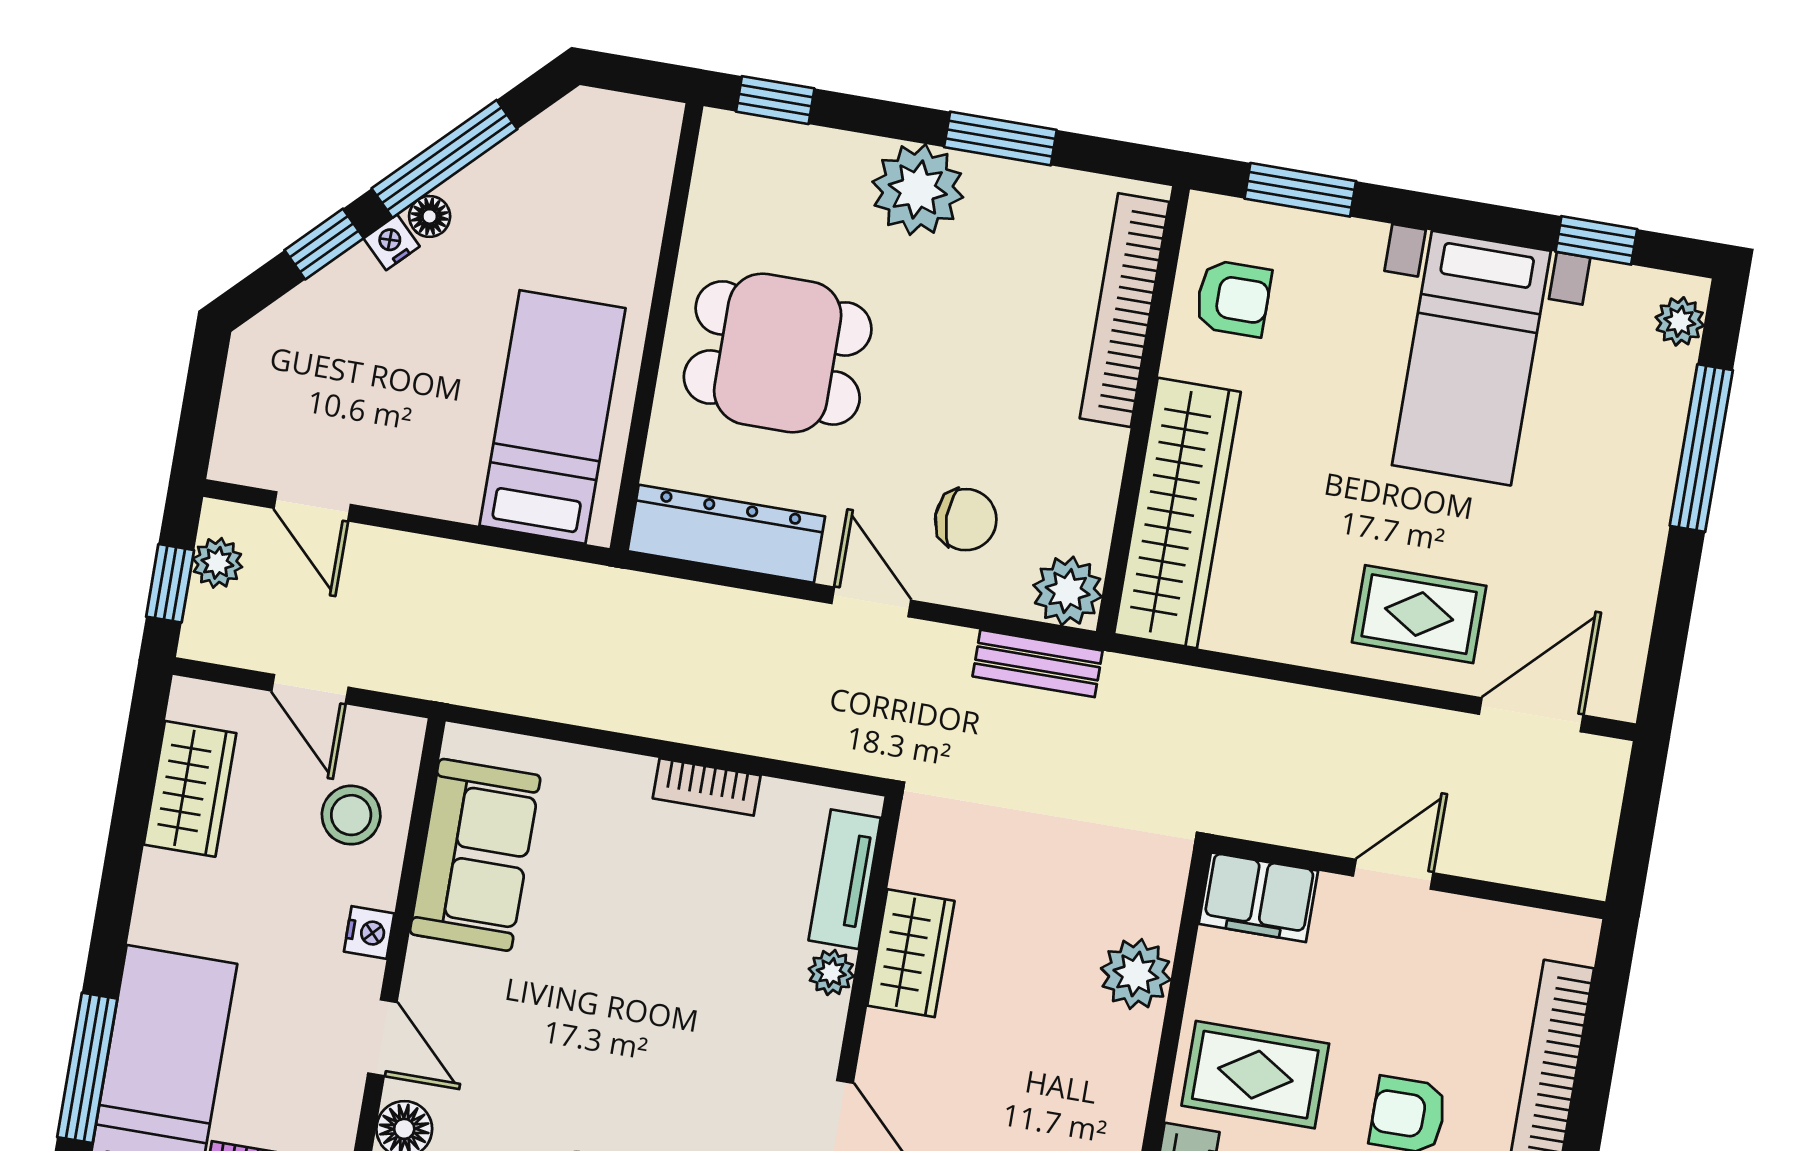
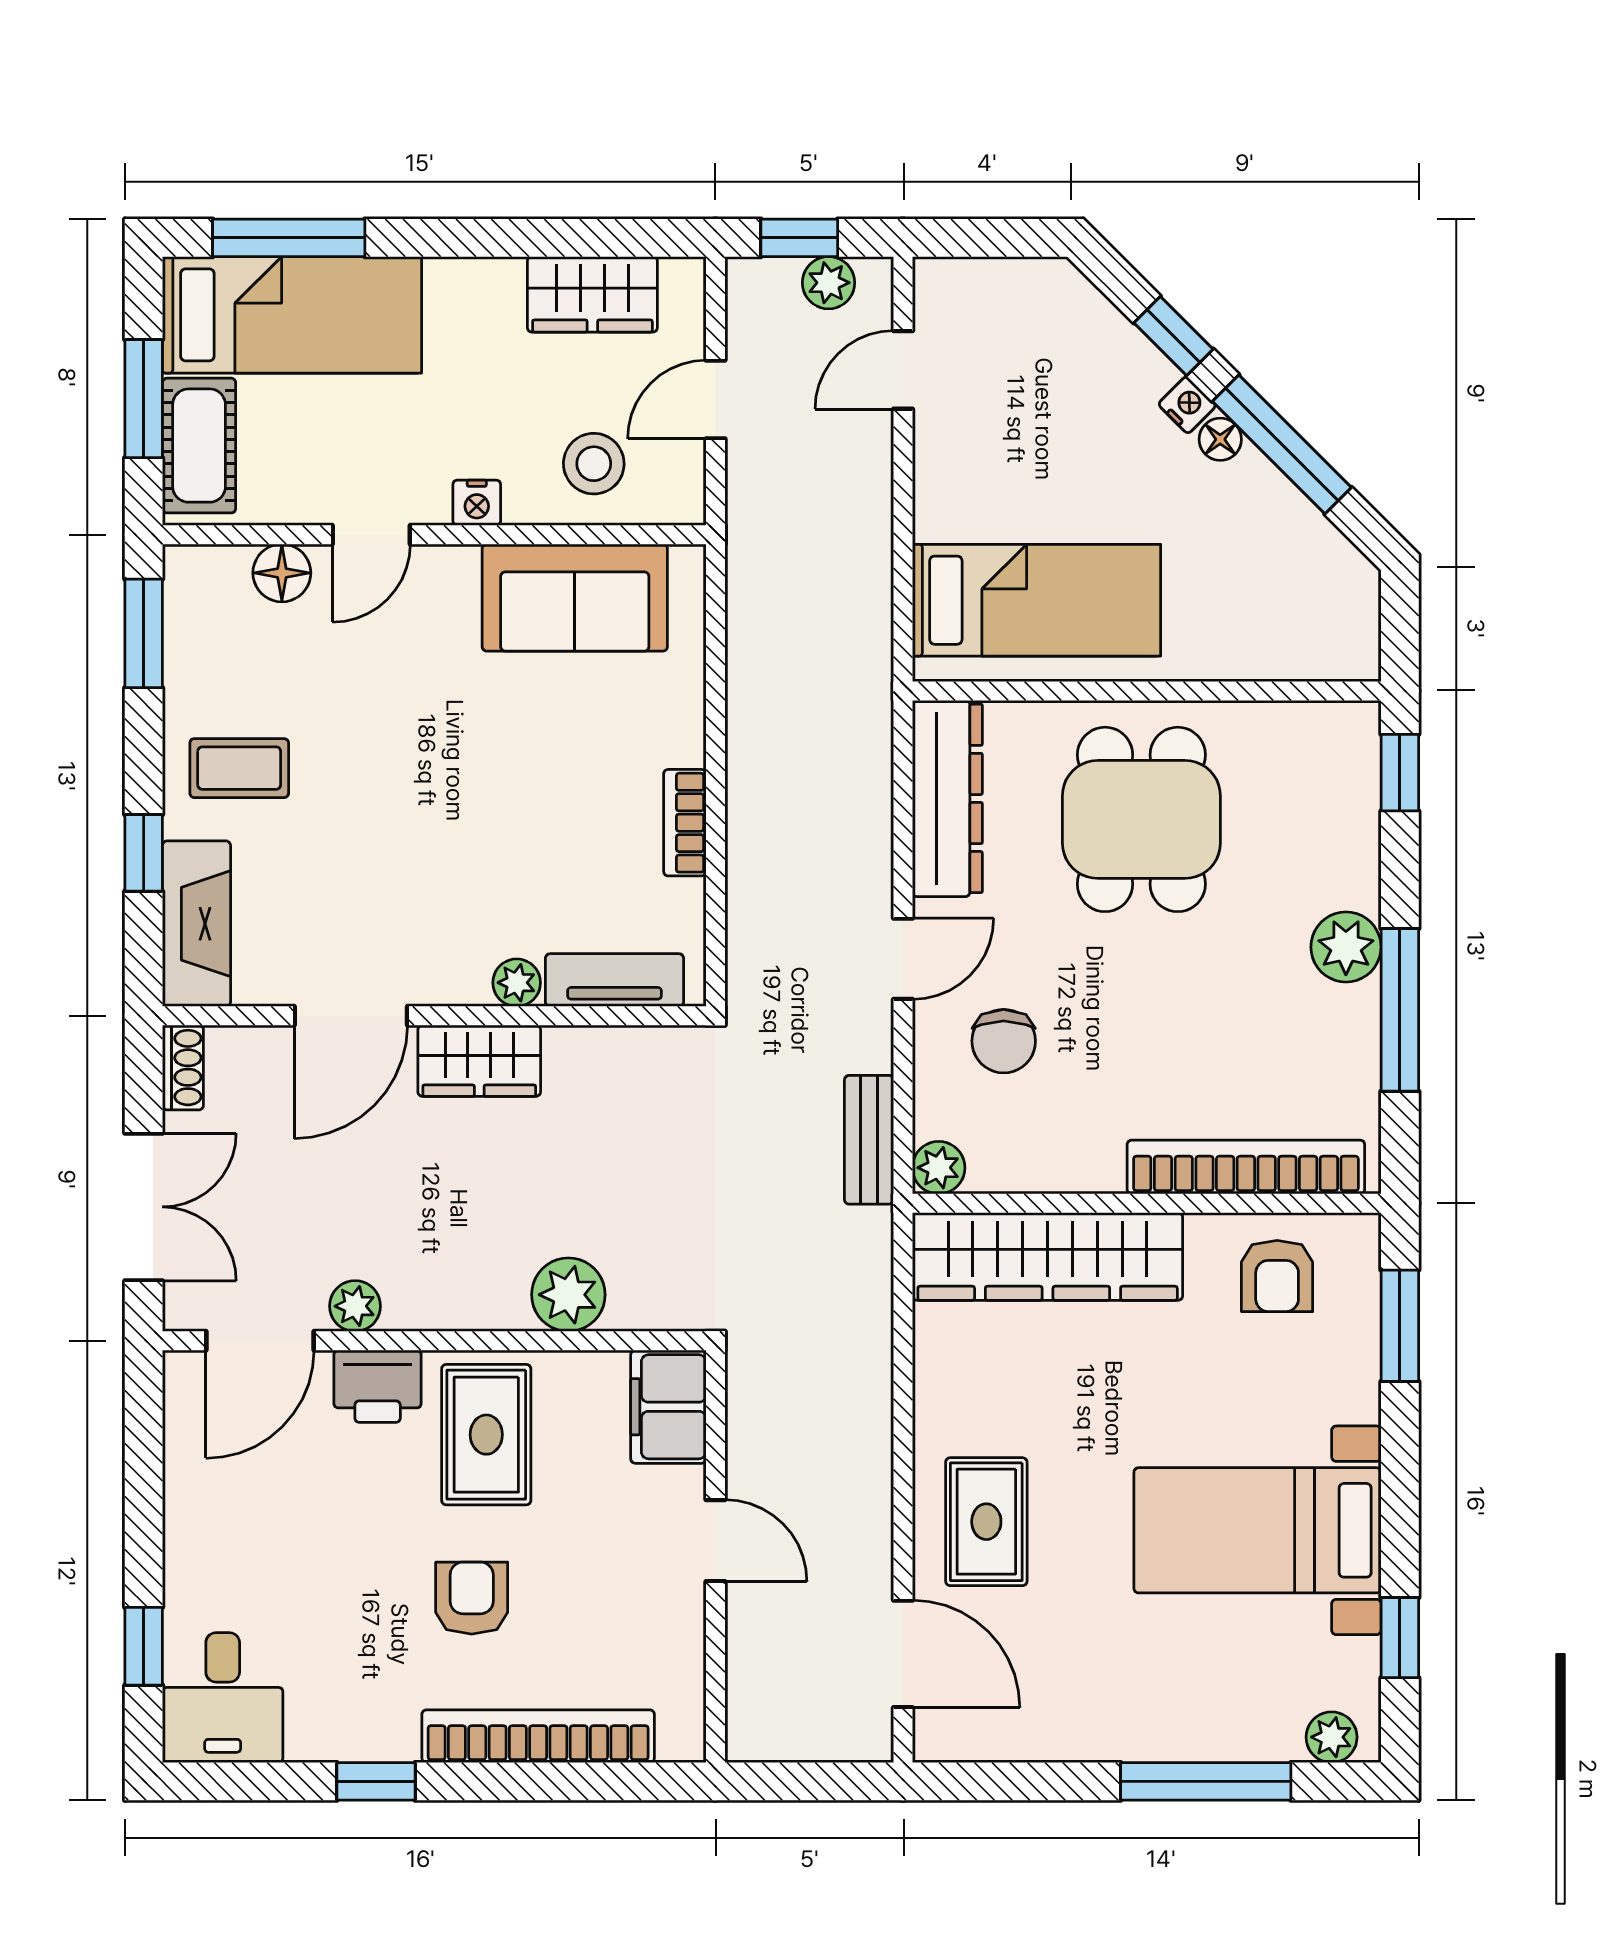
window: (1000, 139) -> (1400, 1010), width x1.44
plant: (918, 190) -> (1346, 947), width x0.73, depth x0.73
plant: (1068, 591) -> (939, 1168), width x0.73, depth x0.73
wardrobe: (911, 953) -> (479, 1061), moved

